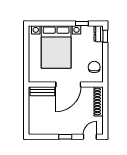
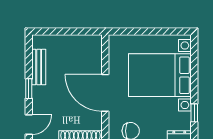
bench: (42, 91) -> (39, 67), moved
door: (90, 137) -> (29, 125), hinge flipped

